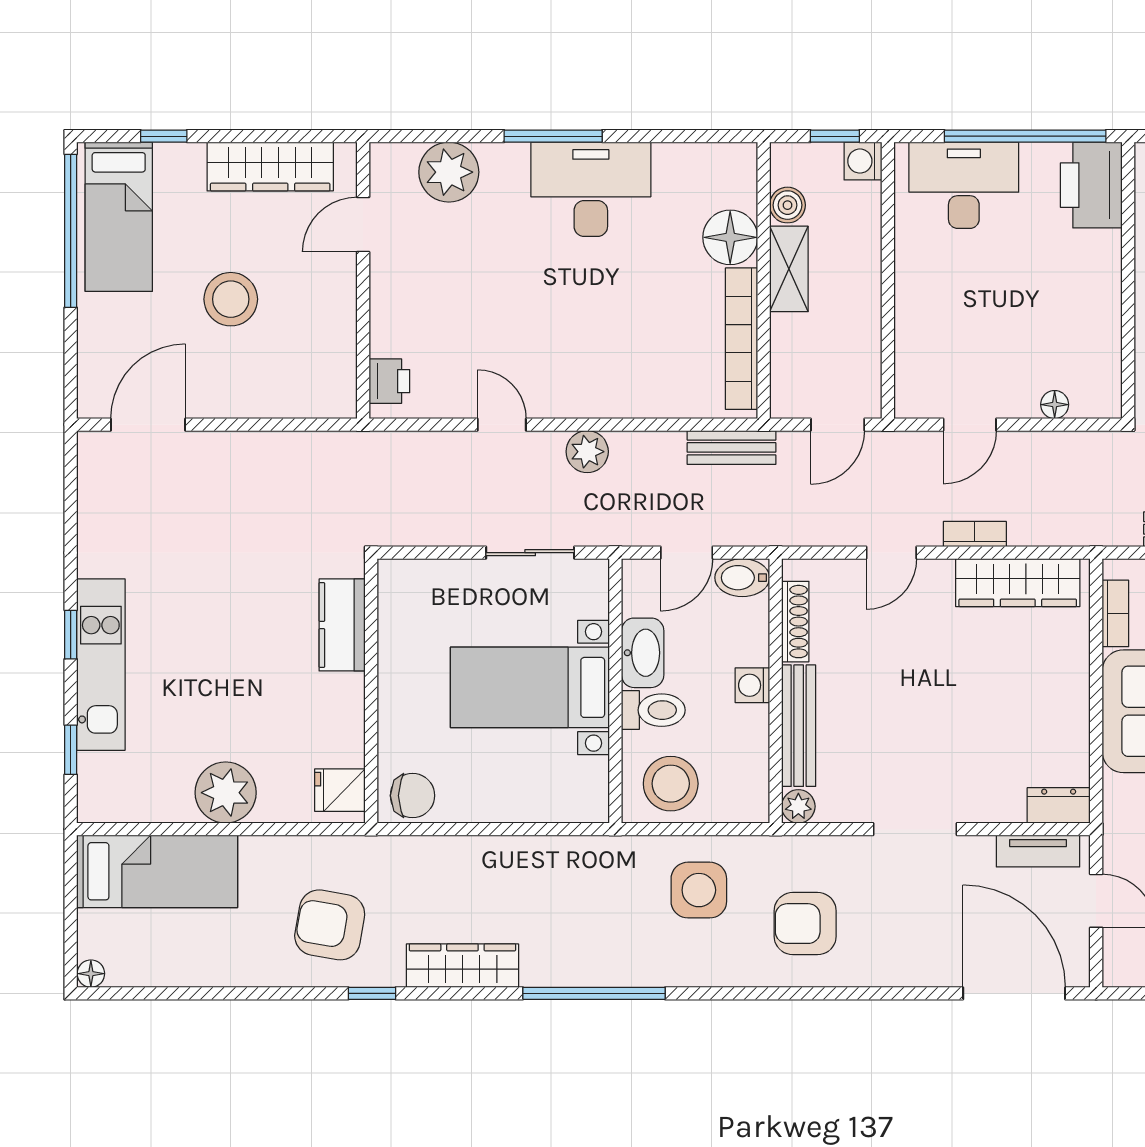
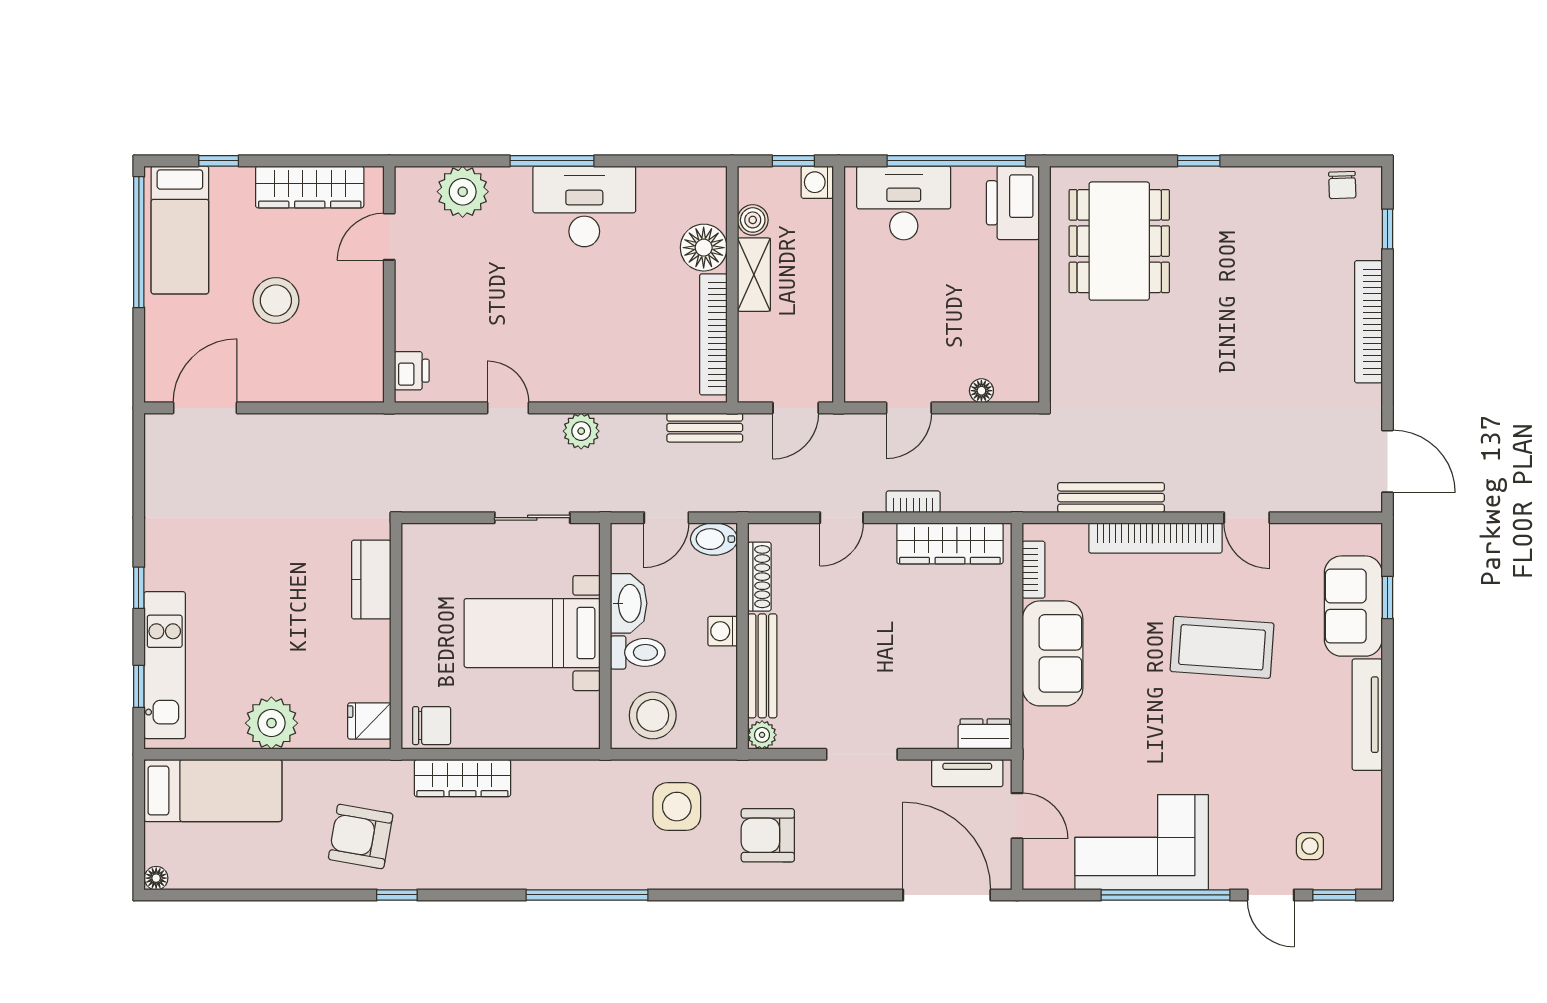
kitchen unit: (101, 665) -> (165, 665), moved
wardrobe: (462, 966) -> (462, 778), moved, turned 180

